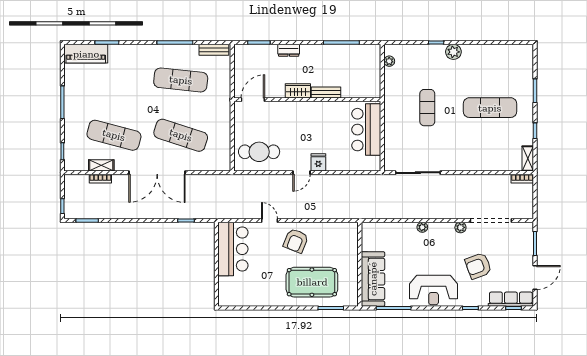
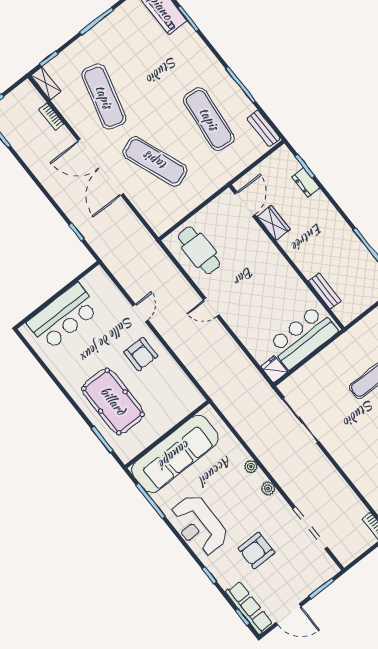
dresser: (289, 50) -> (306, 182), moved
wardrobe: (298, 91) -> (274, 223), moved
bench: (326, 92) -> (325, 291), moved
door: (253, 100) -> (245, 204), hinge flipped
exercise mat: (181, 135) -> (155, 161), turned -39
fridge: (318, 162) -> (274, 369), moved, turned -90
shelving: (101, 165) -> (46, 83), moved
plant: (460, 227) -> (268, 489), moved
armchair: (296, 241) -> (141, 354), turned -112
bar counter: (233, 249) -> (63, 316), moved
armchair: (478, 266) -> (256, 551), turned -70
sofa: (373, 279) -> (175, 454), width x1.36, depth x1.27

